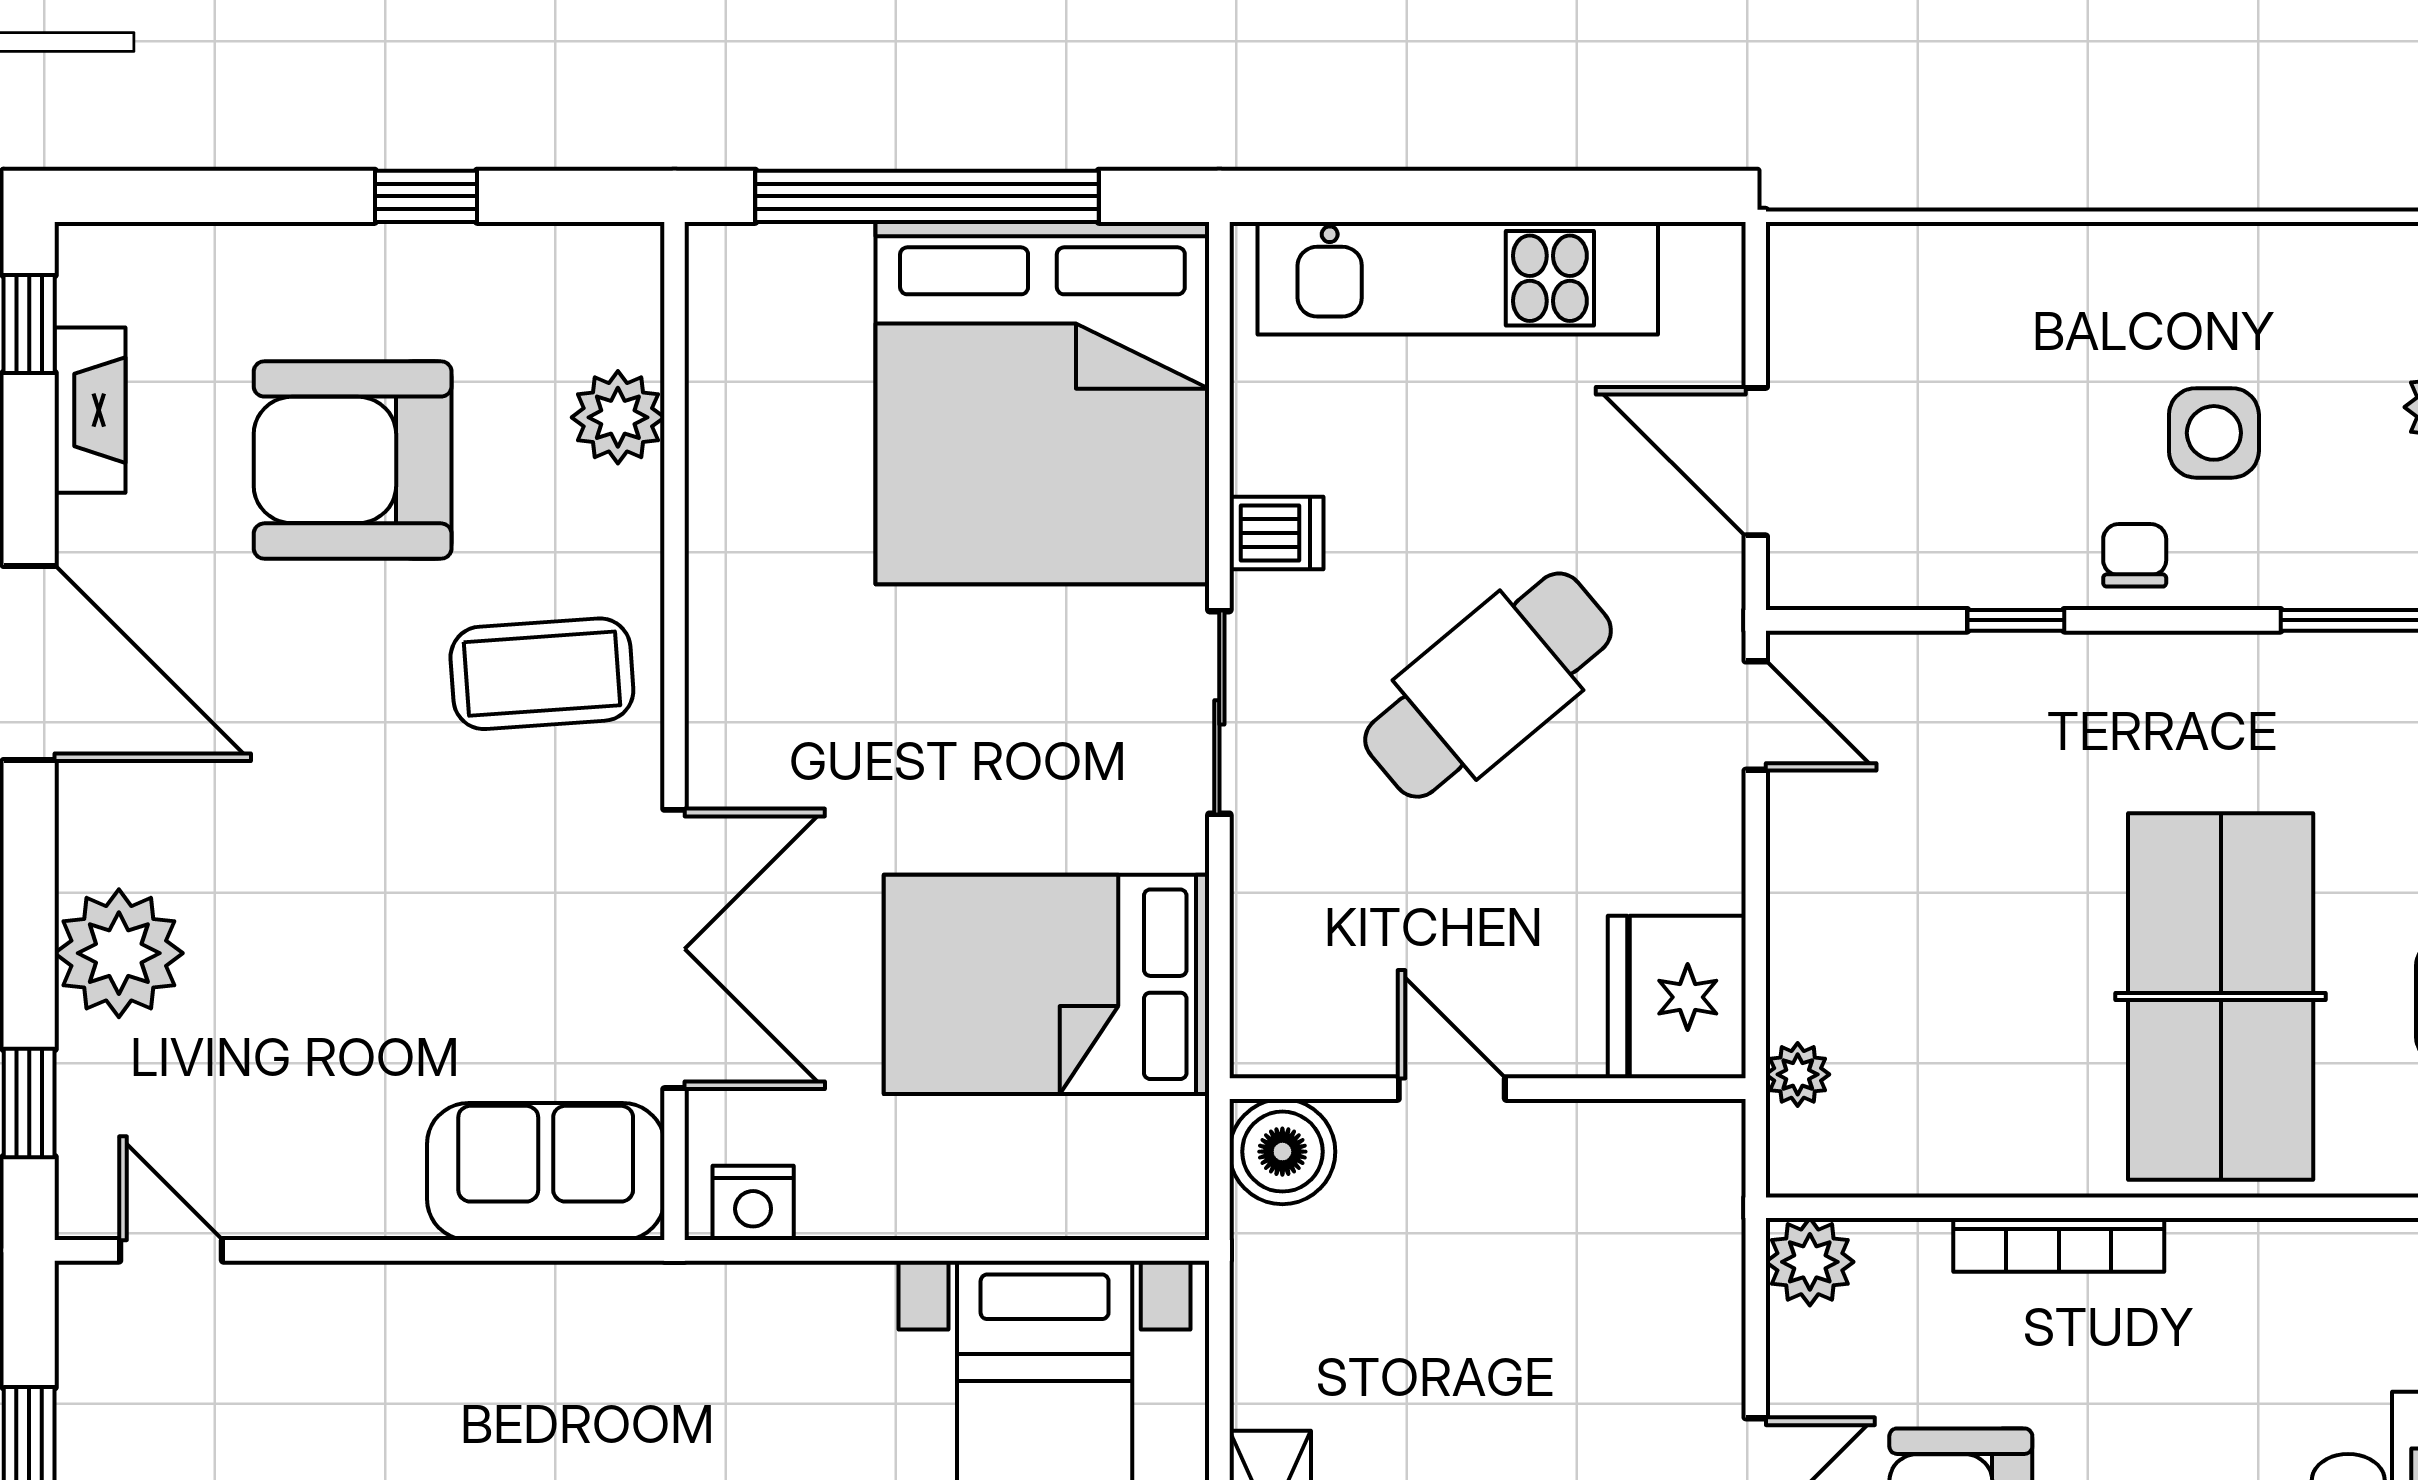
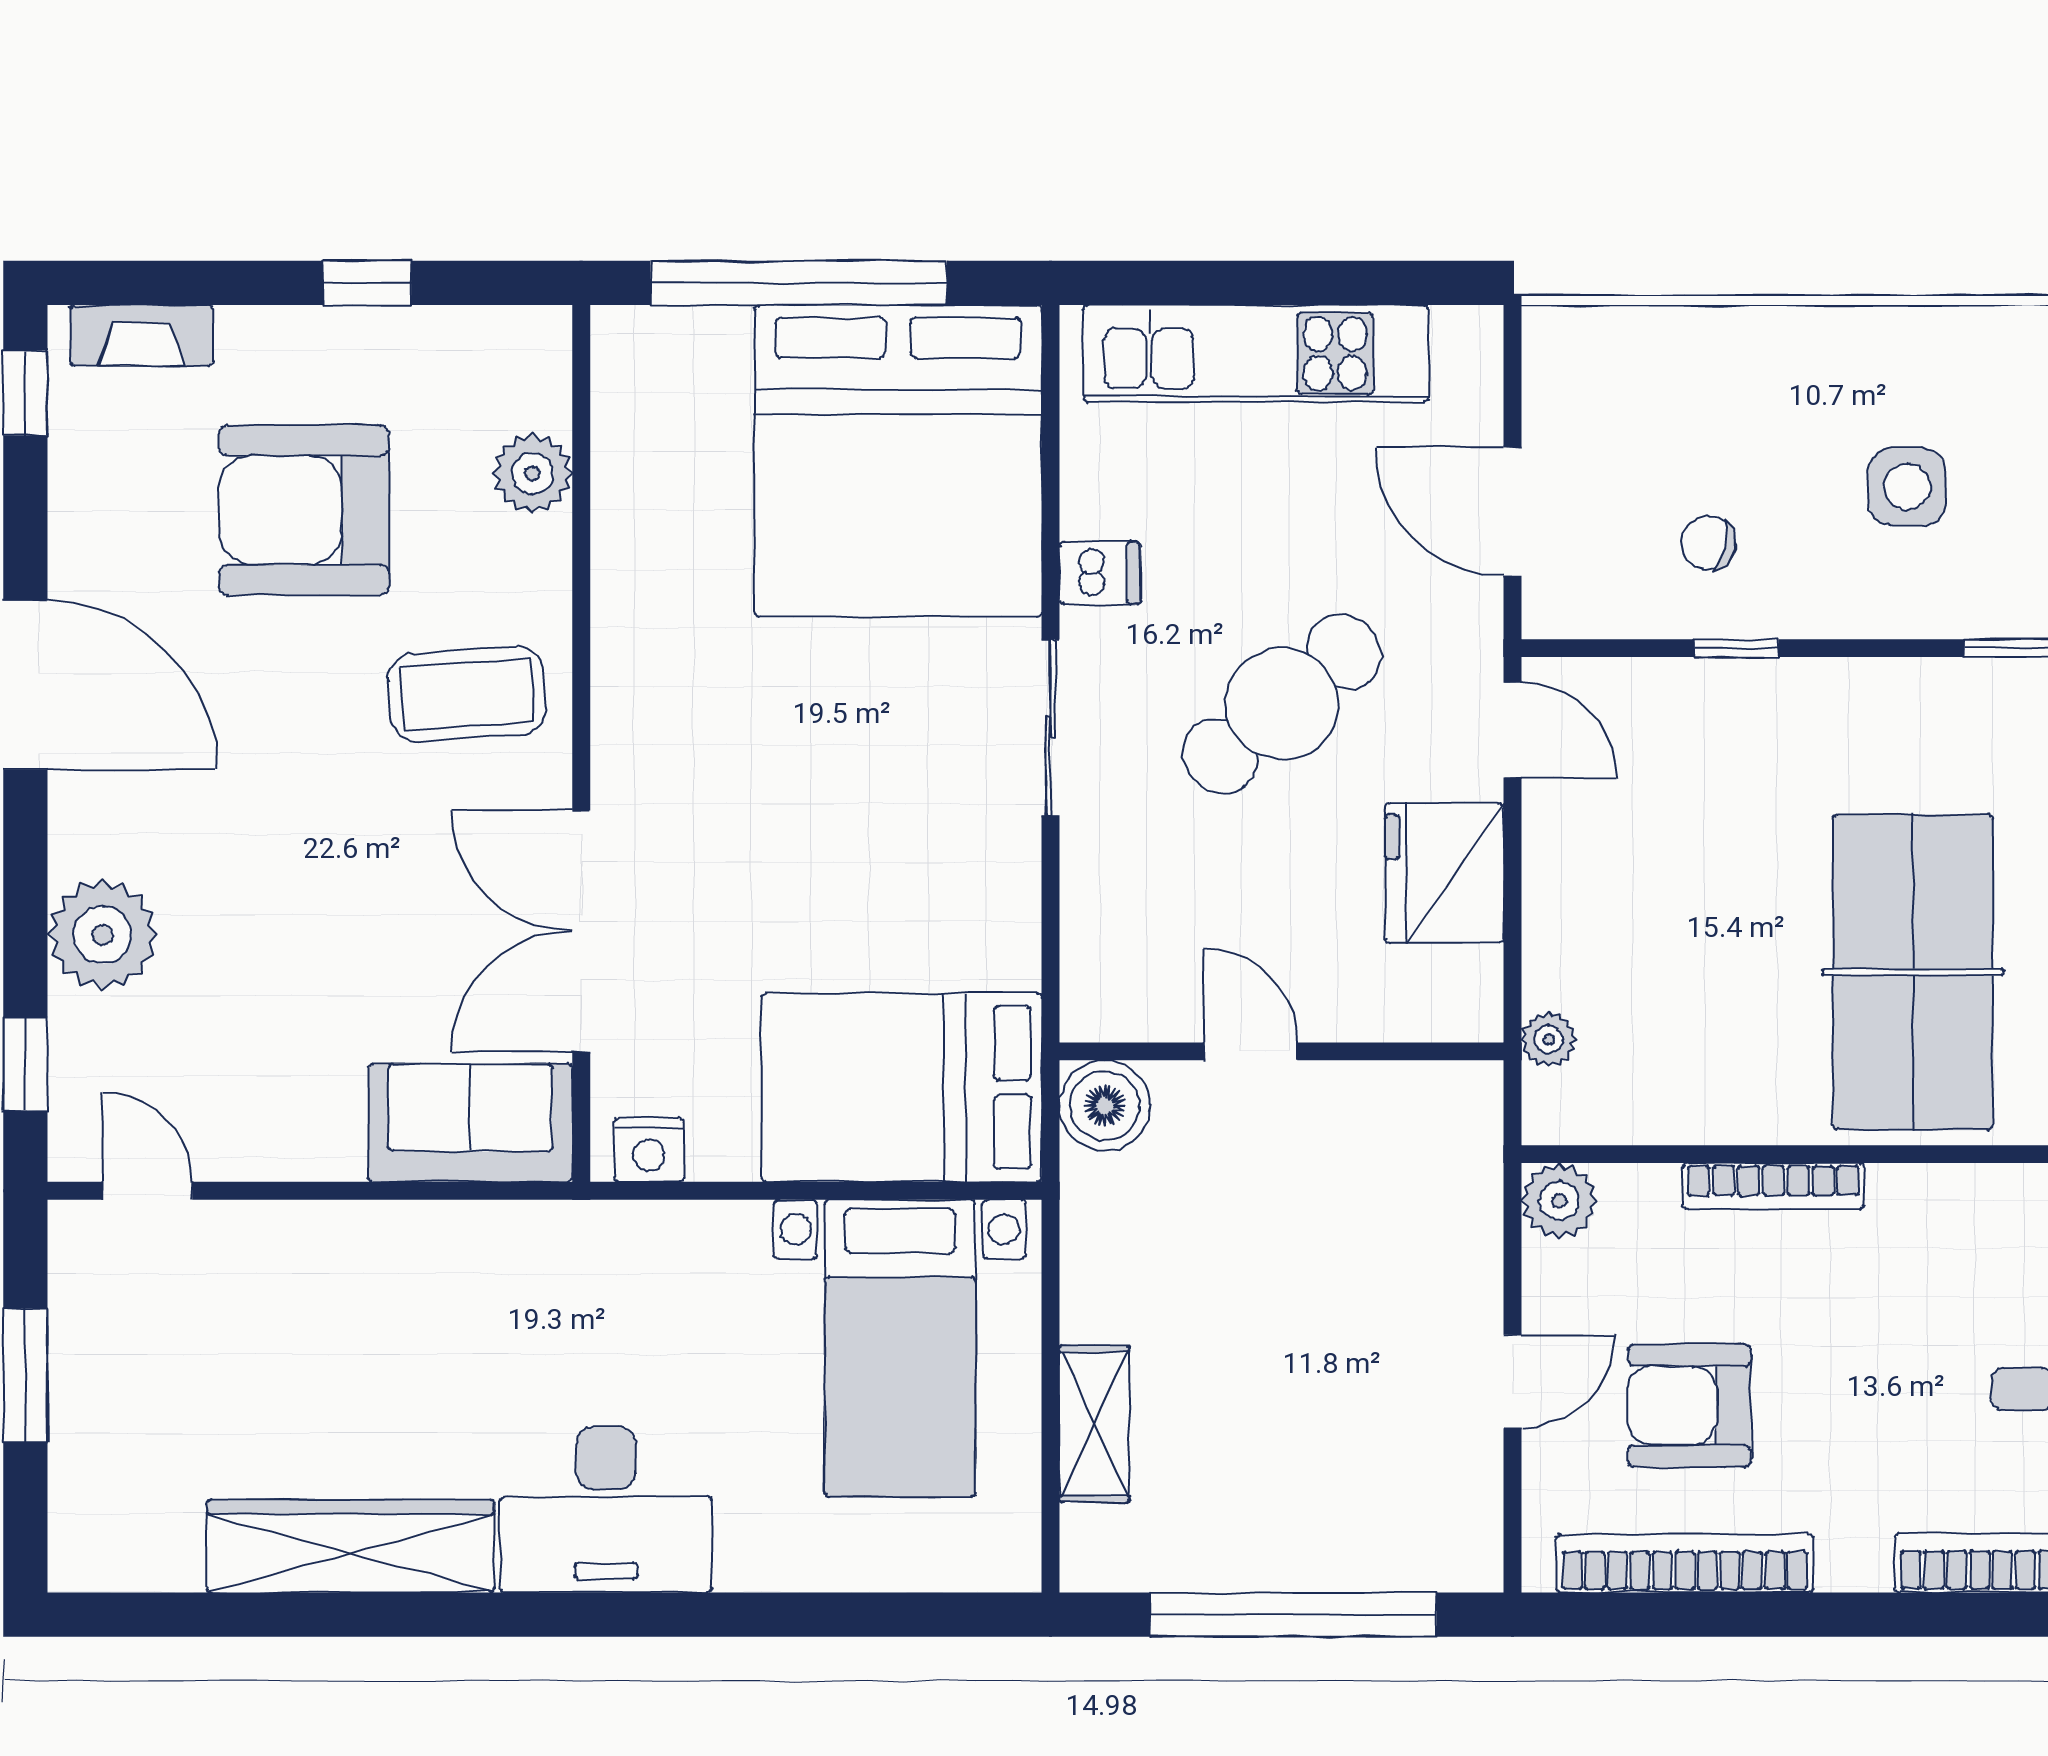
fireplace: (90, 410) -> (141, 335), moved, turned 90
chair: (2135, 555) -> (1708, 543), moved, turned -77
double door: (674, 949) -> (581, 931), swing flipped
bed: (1047, 984) -> (902, 1087), moved
fridge: (1677, 997) -> (1444, 873), moved

